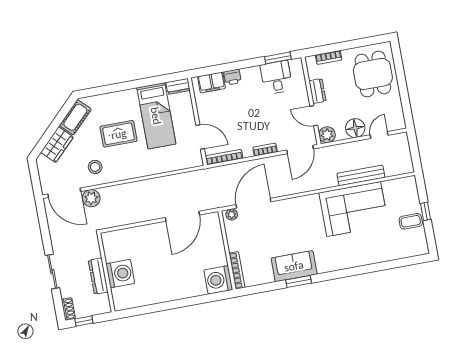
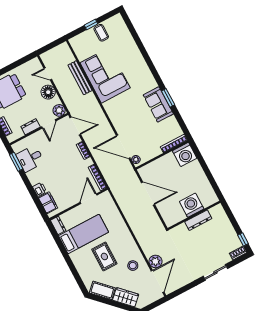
wall: (106, 272) -> (194, 215), moved
washing machine: (120, 274) -> (192, 205), moved
dresser: (98, 276) -> (198, 220), moved

